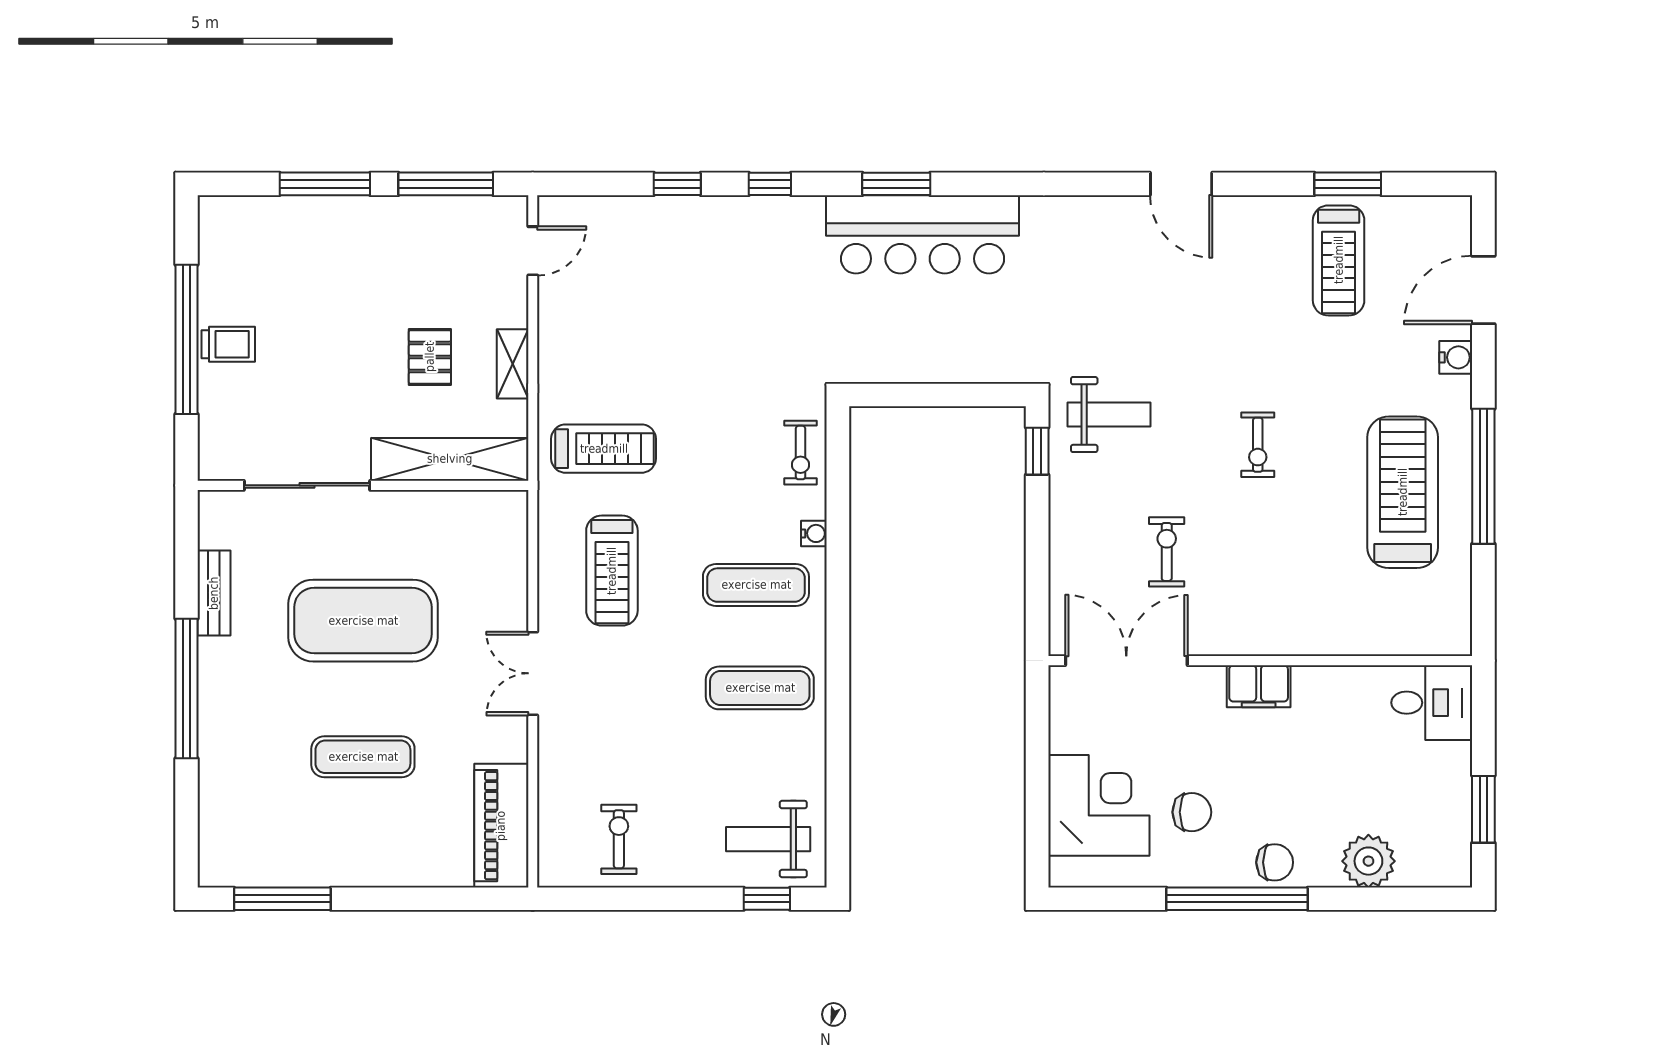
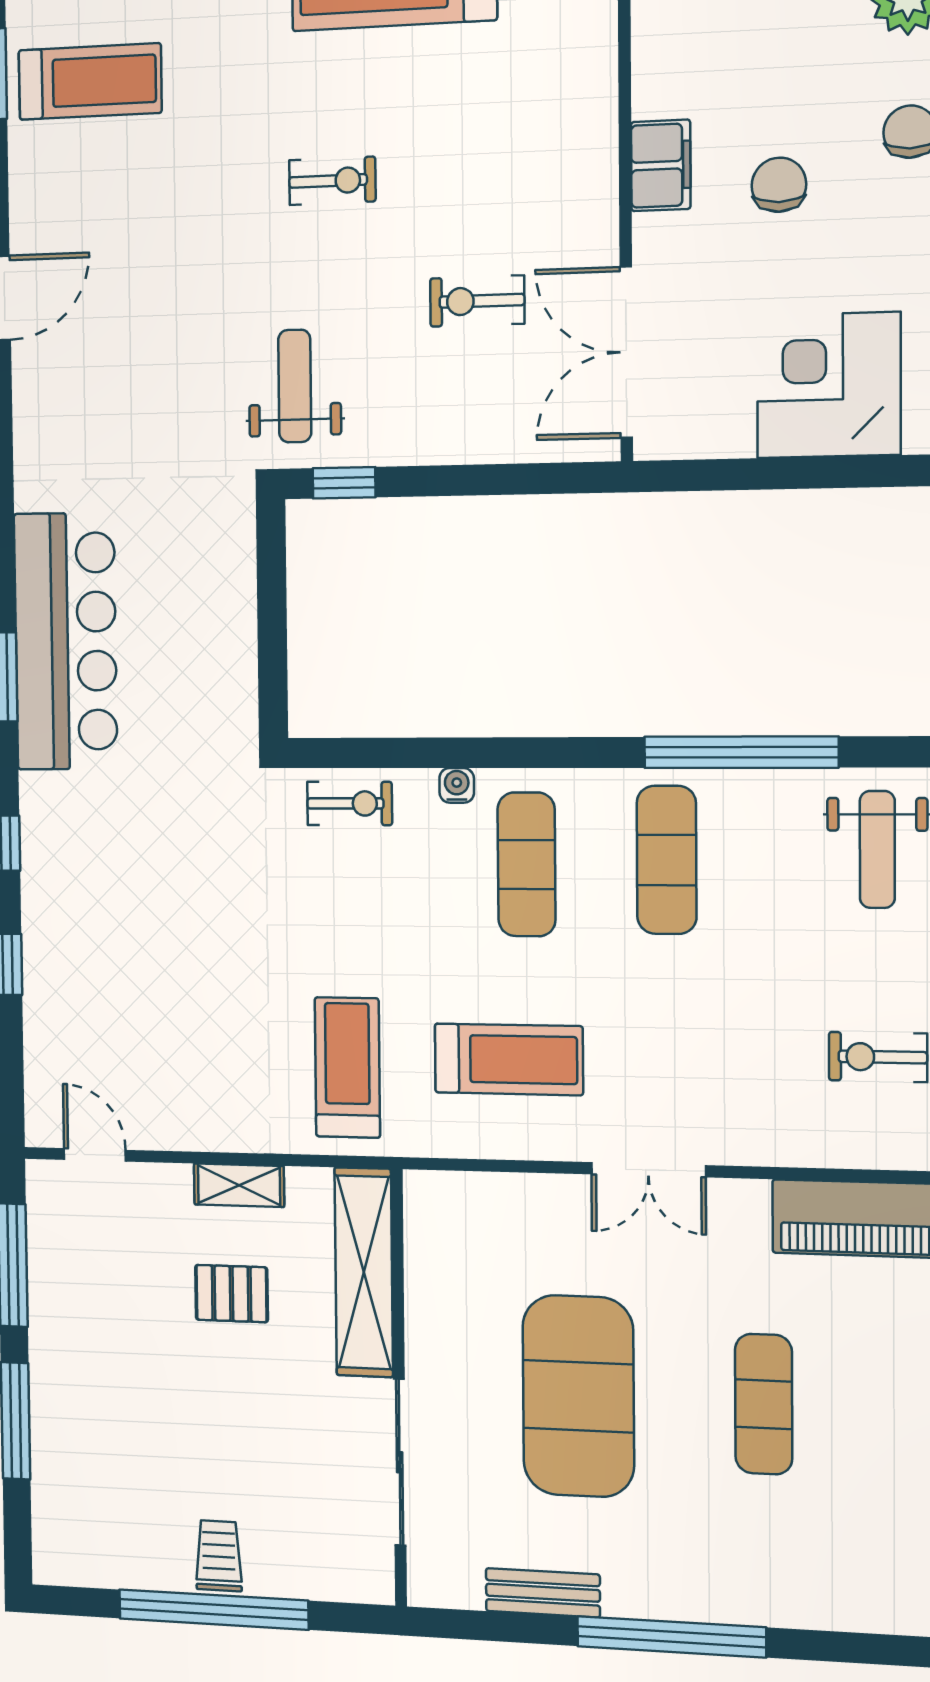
window: (838, 742) -> (741, 752), added
chair: (1192, 812) -> (779, 185), moved

